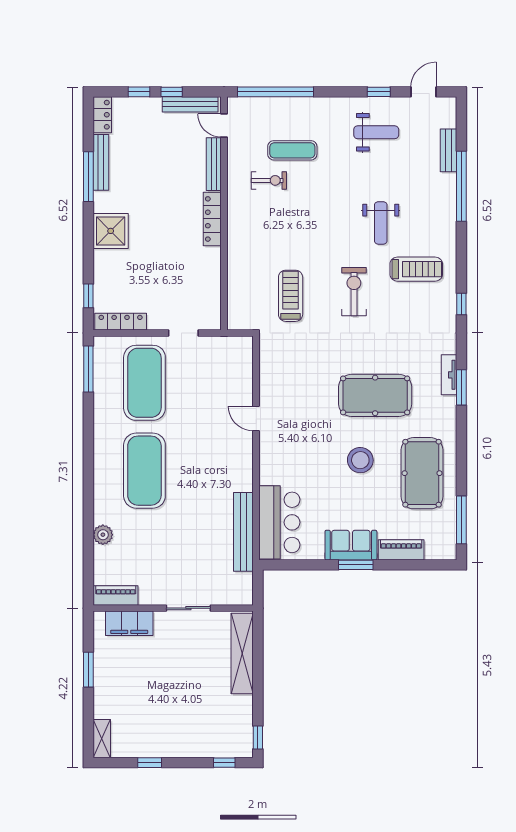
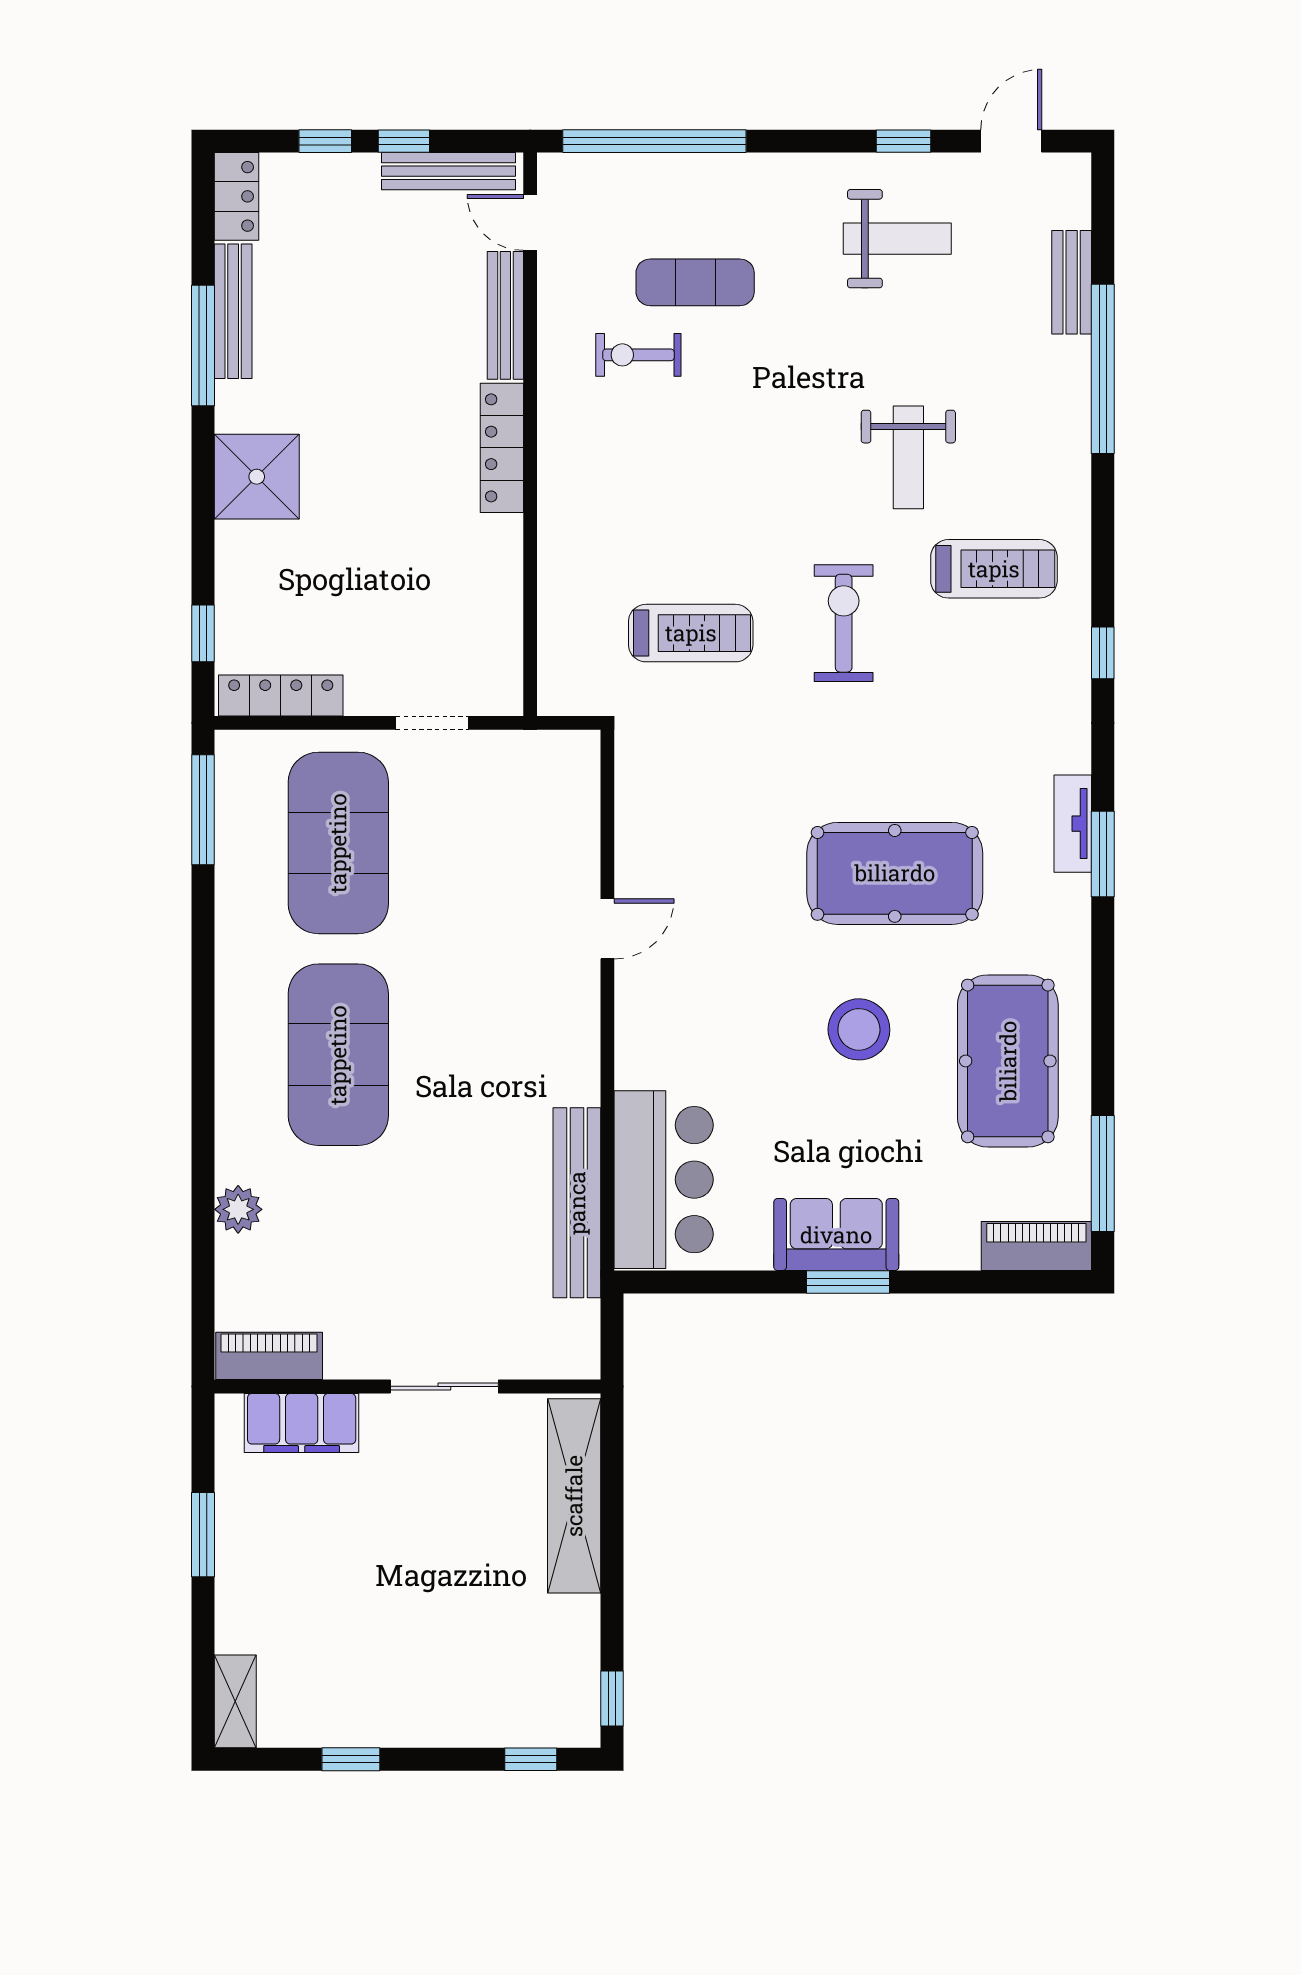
exercise bike: (269, 180) -> (638, 355), turned 180
treadmill: (291, 296) -> (691, 633), turned 90
door: (256, 418) -> (607, 929), swing flipped
piano: (401, 550) -> (1036, 1246), moved

